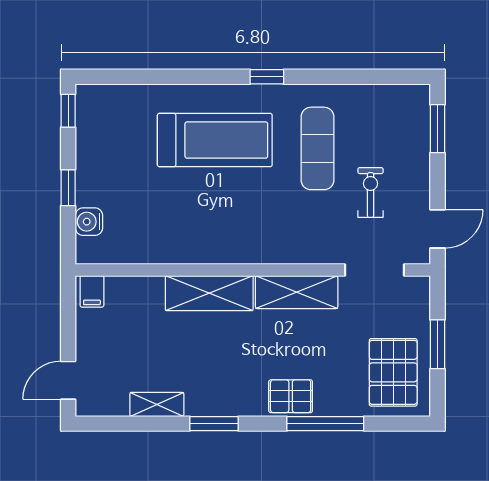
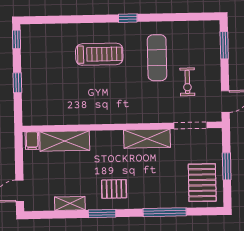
treadmill: (215, 140) -> (99, 54), width x0.73, depth x0.73
exercise bike: (371, 192) -> (187, 82), turned 180
water cooler: (89, 222) -> (30, 102), removed
shelving: (209, 293) -> (65, 141), moved
pallet: (291, 396) -> (114, 189), moved

